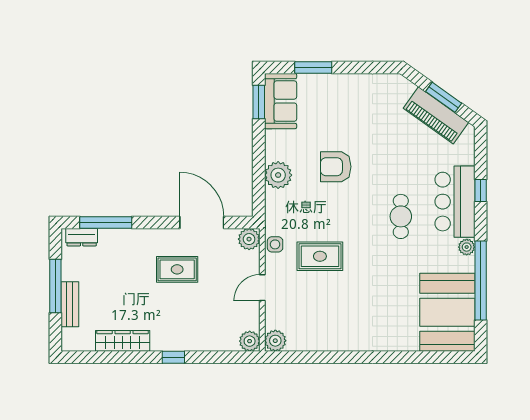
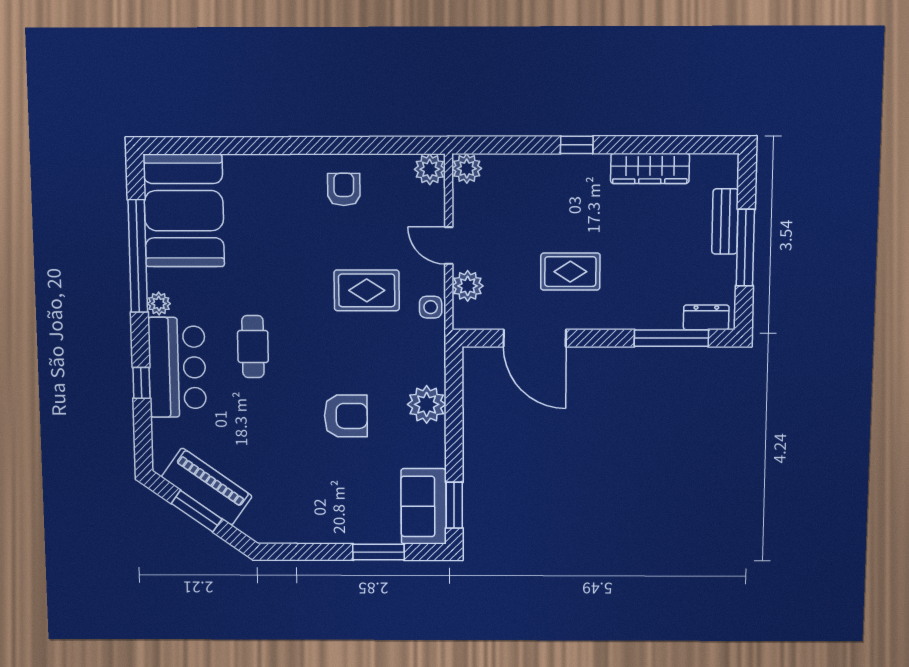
plant: (249, 239) -> (468, 286), moved
door: (262, 288) -> (449, 246), swing flipped
armchair: (335, 327) -> (344, 189), added

